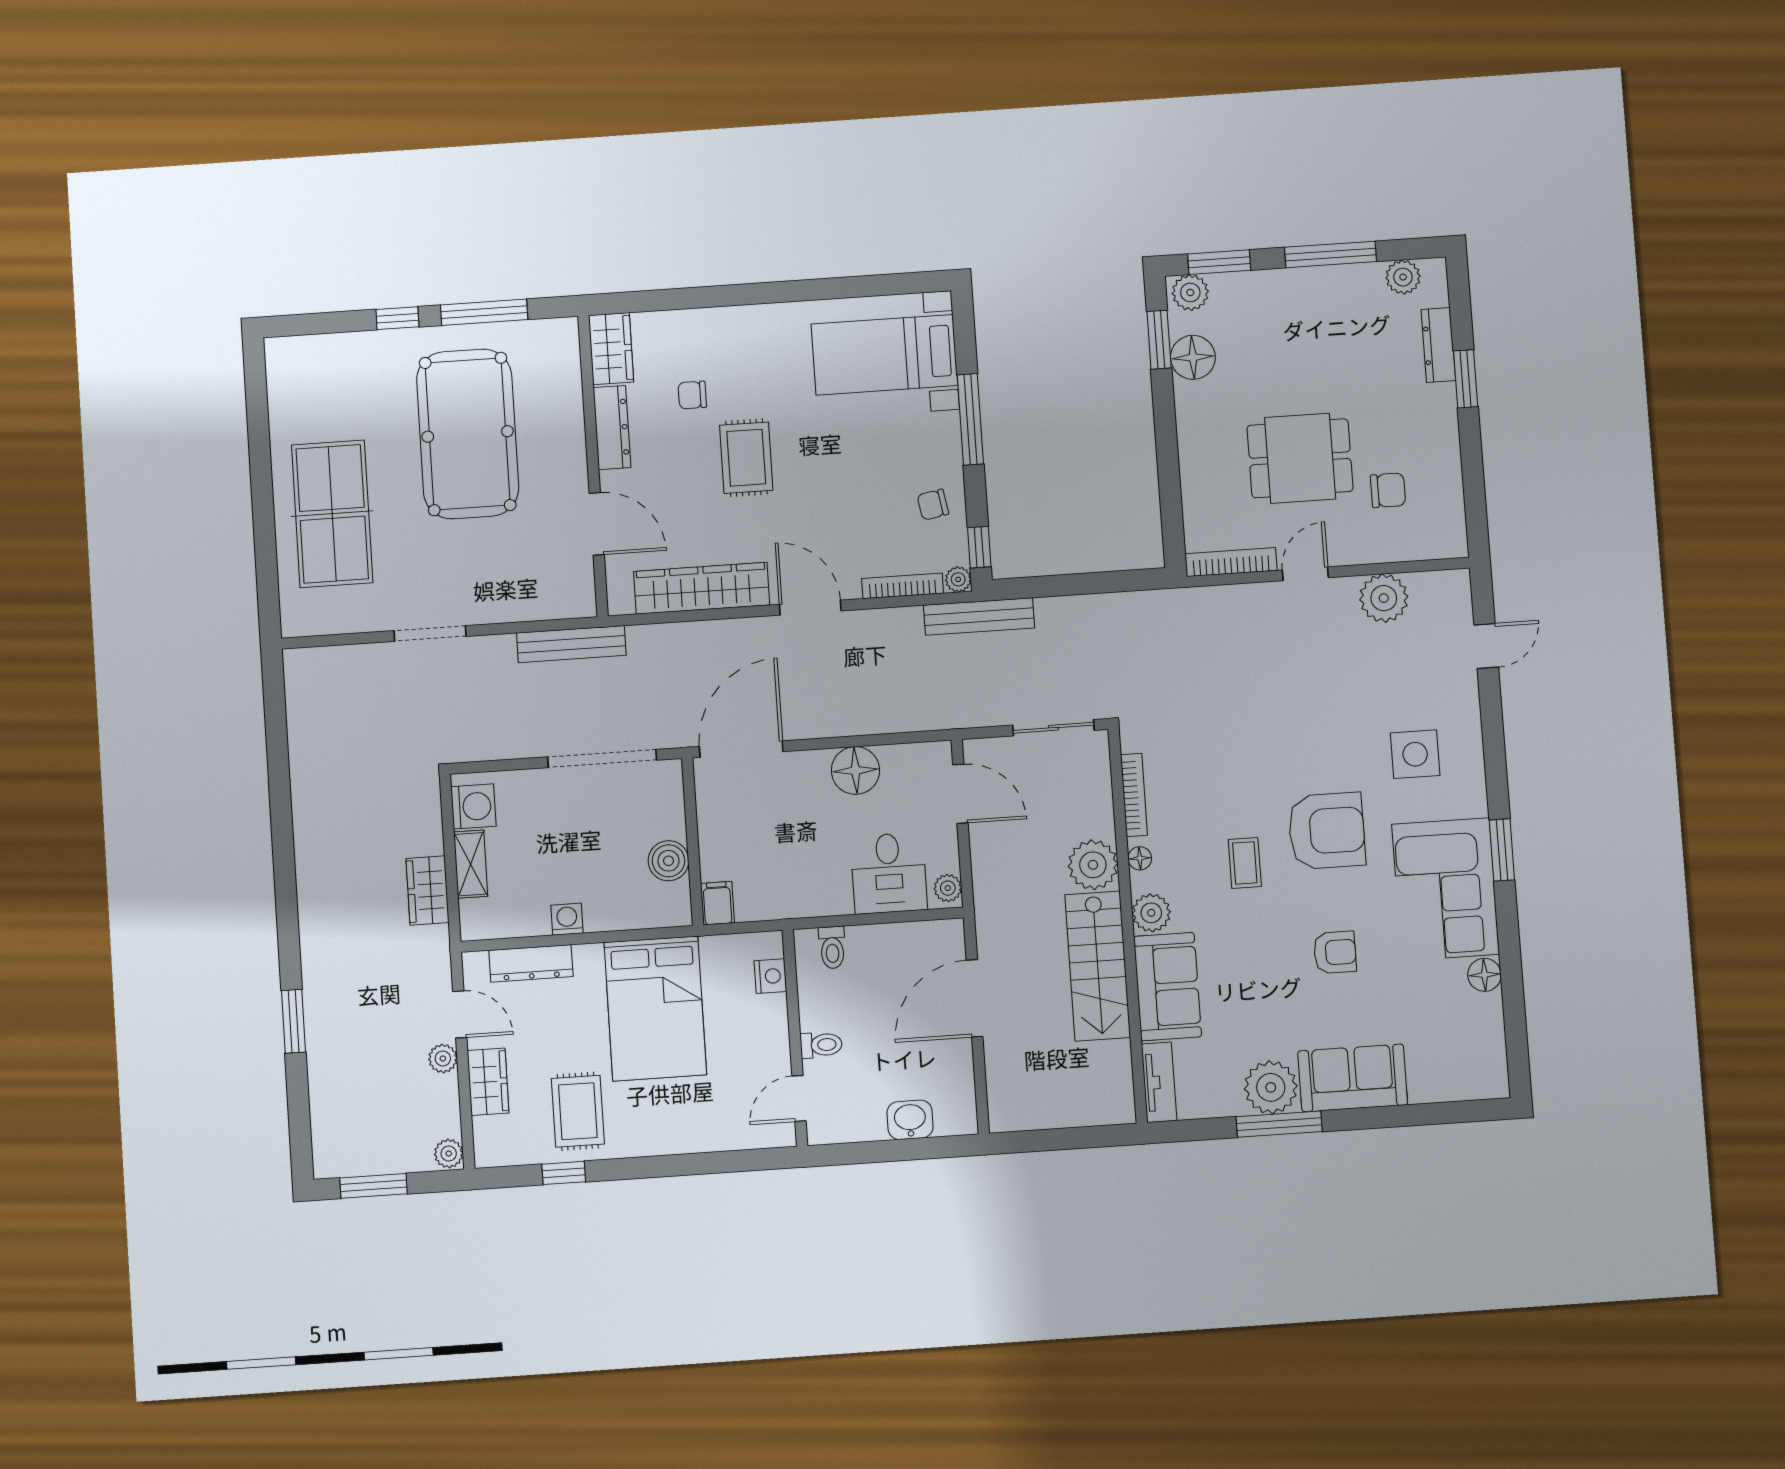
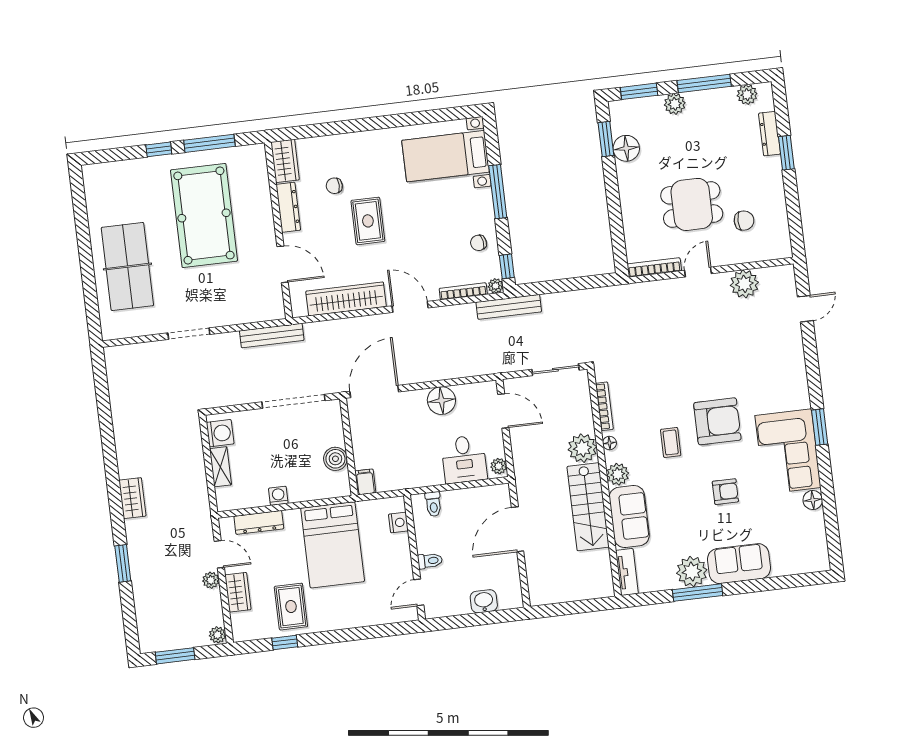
plant: (1190, 292) -> (675, 104), moved
side table: (1415, 754) -> (767, 374), removed
wardrobe: (427, 890) -> (132, 498), moved, turned 180

